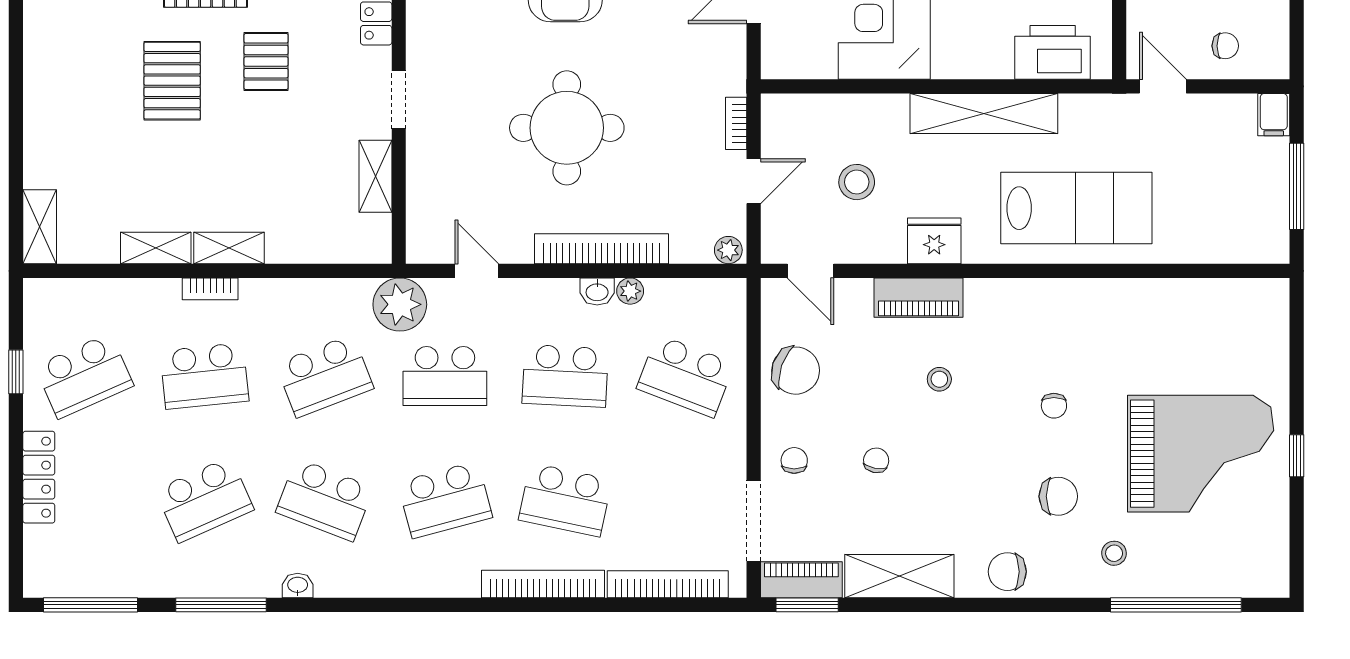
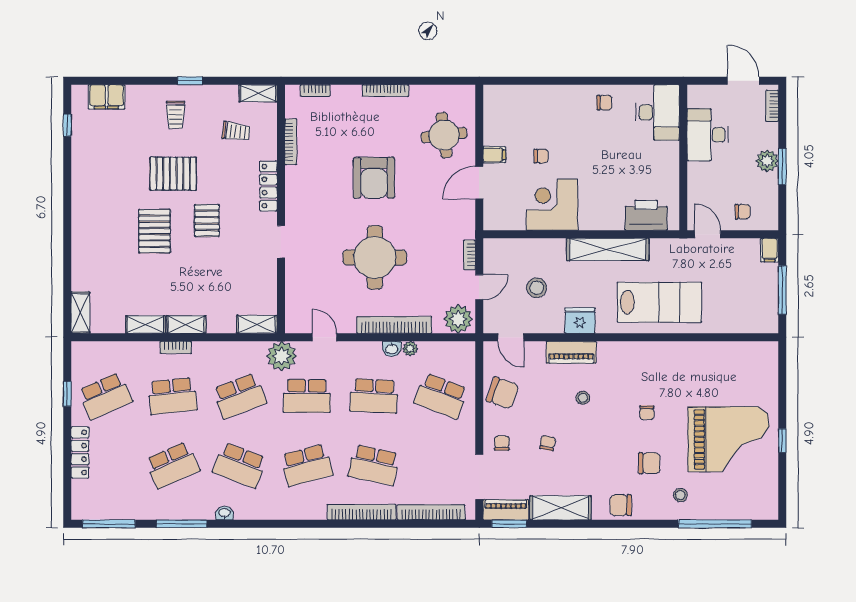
shelving: (376, 176) -> (257, 324), moved, turned 90
plant: (728, 250) -> (458, 319), width x1.88, depth x1.88

